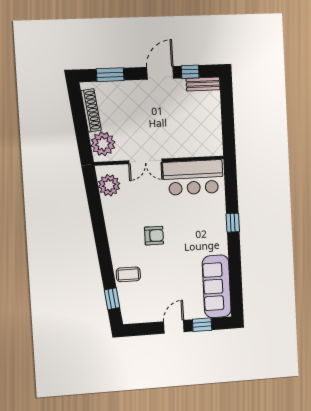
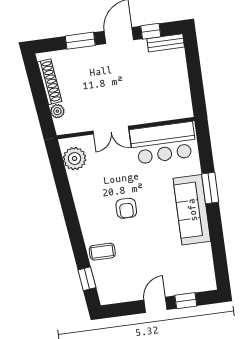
window: (110, 75) -> (80, 41), moved
plant: (103, 144) -> (57, 111), width x0.53, depth x0.53
window: (233, 223) -> (210, 188), width x1.50
armchair: (154, 236) -> (126, 208), turned 90
sofa: (217, 286) -> (192, 210), moved

